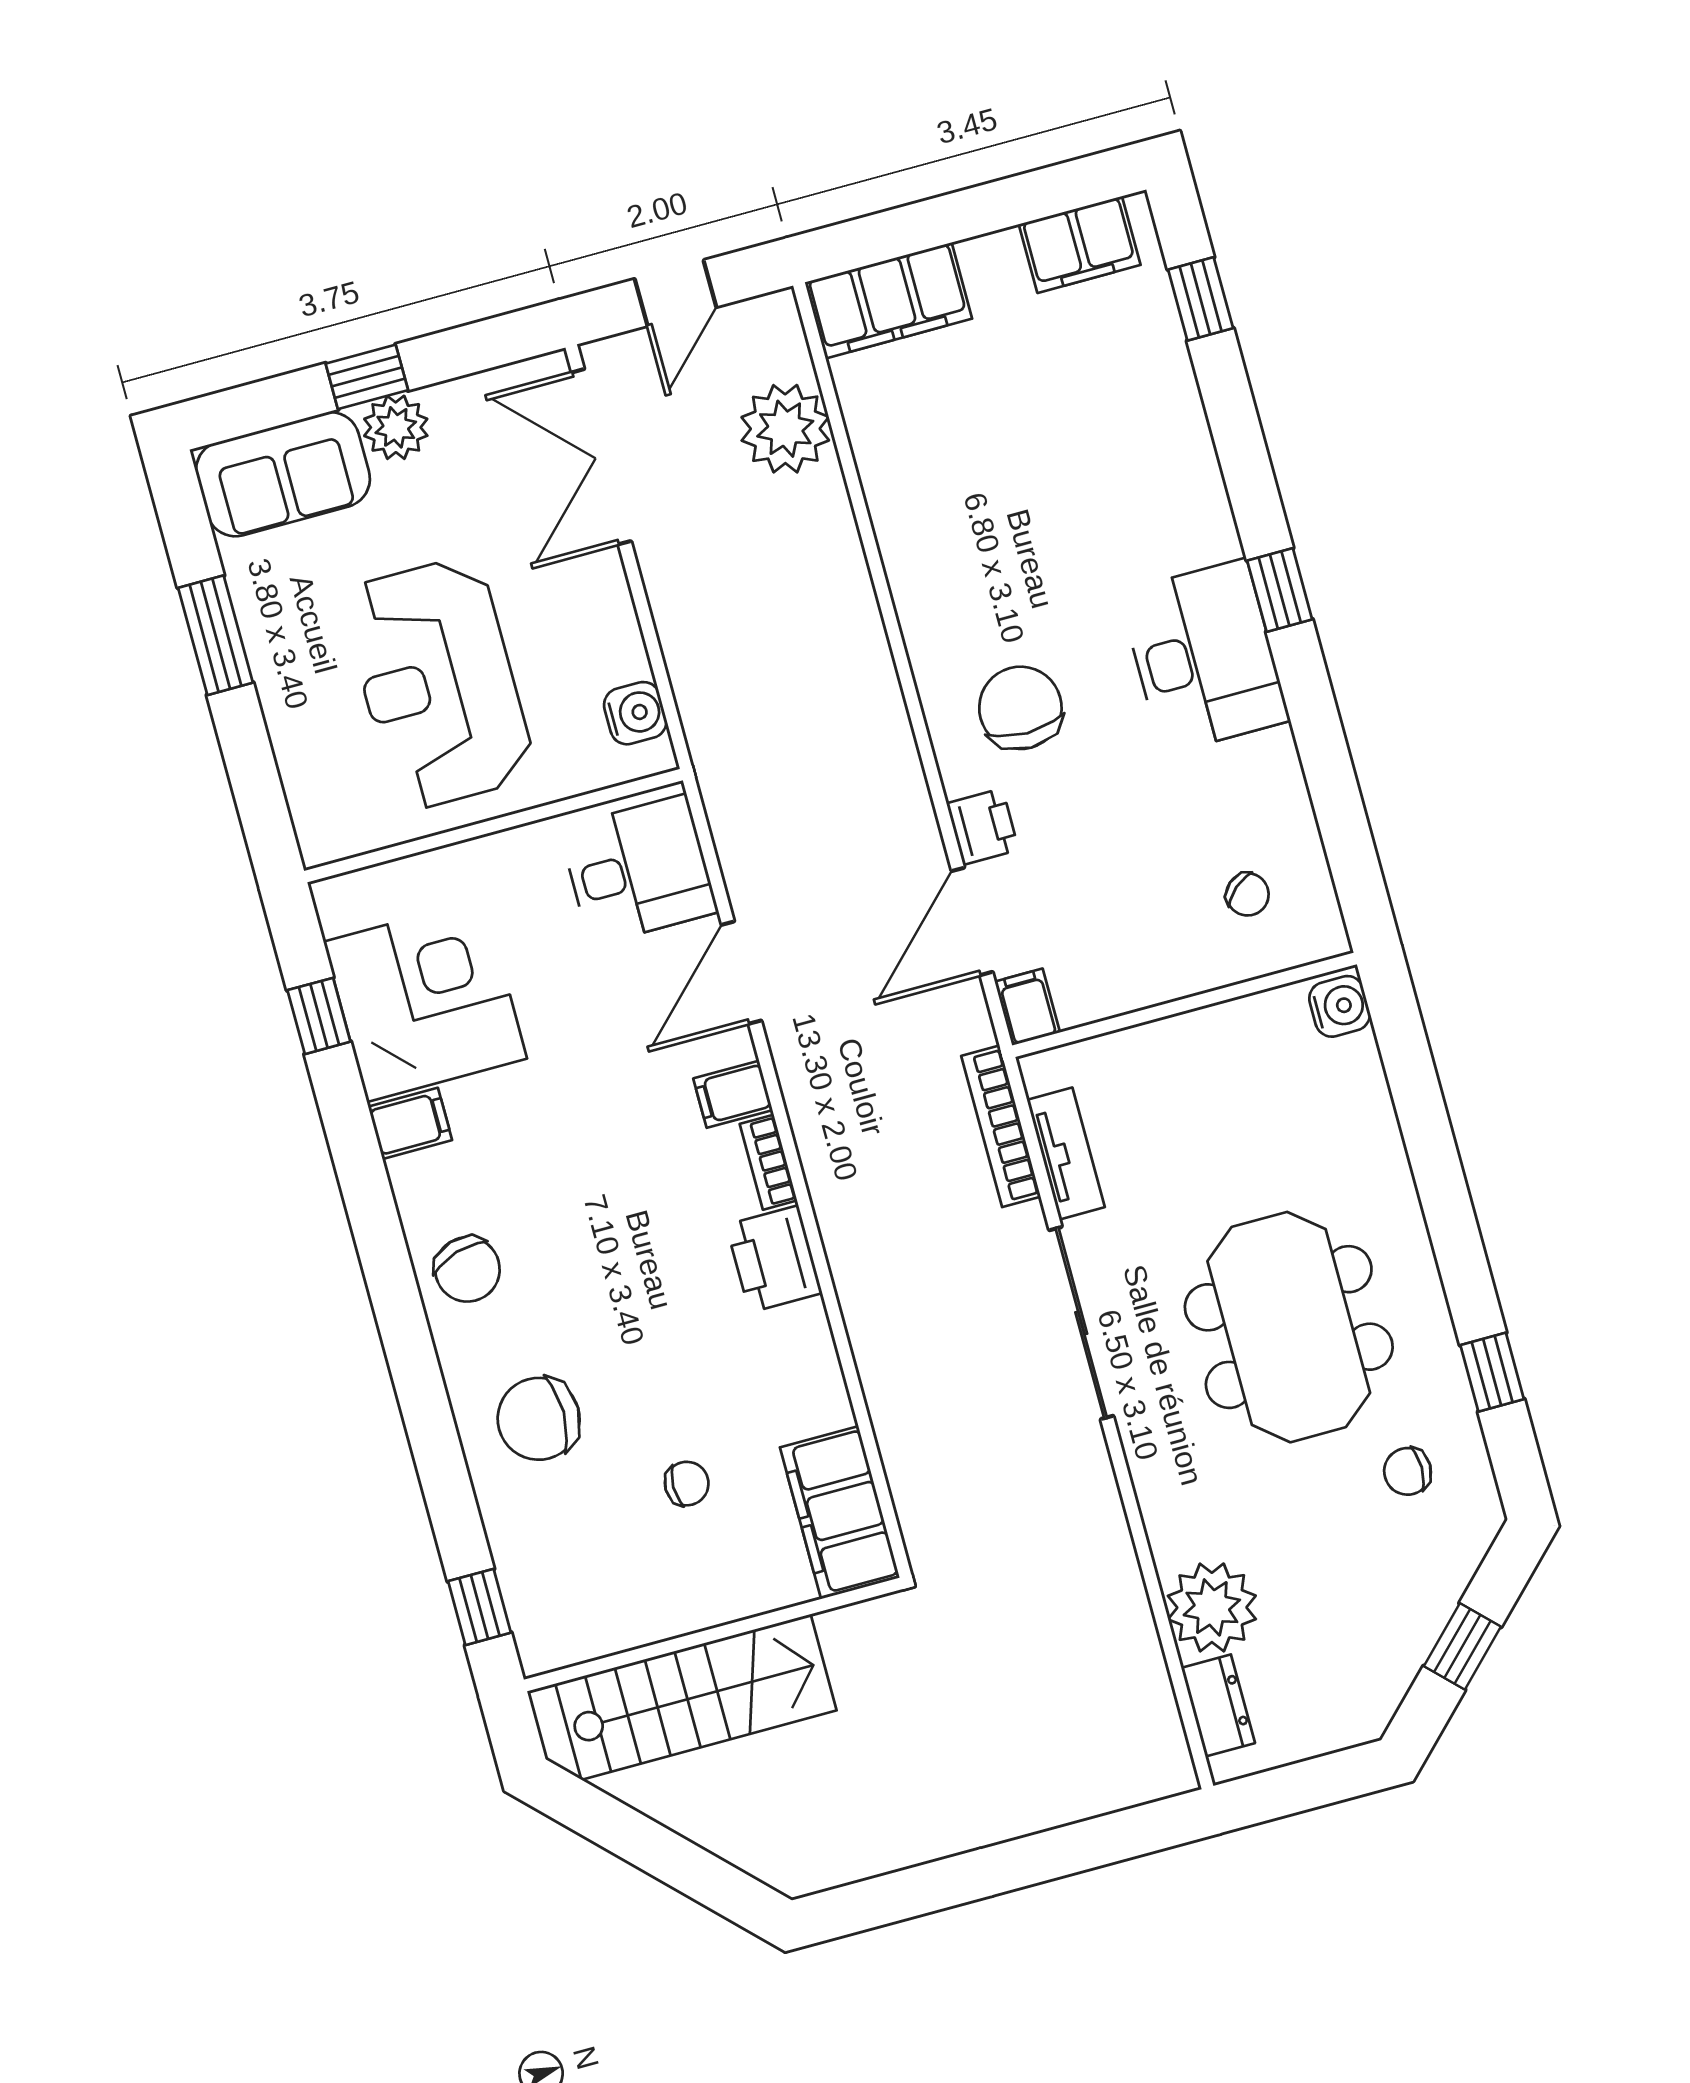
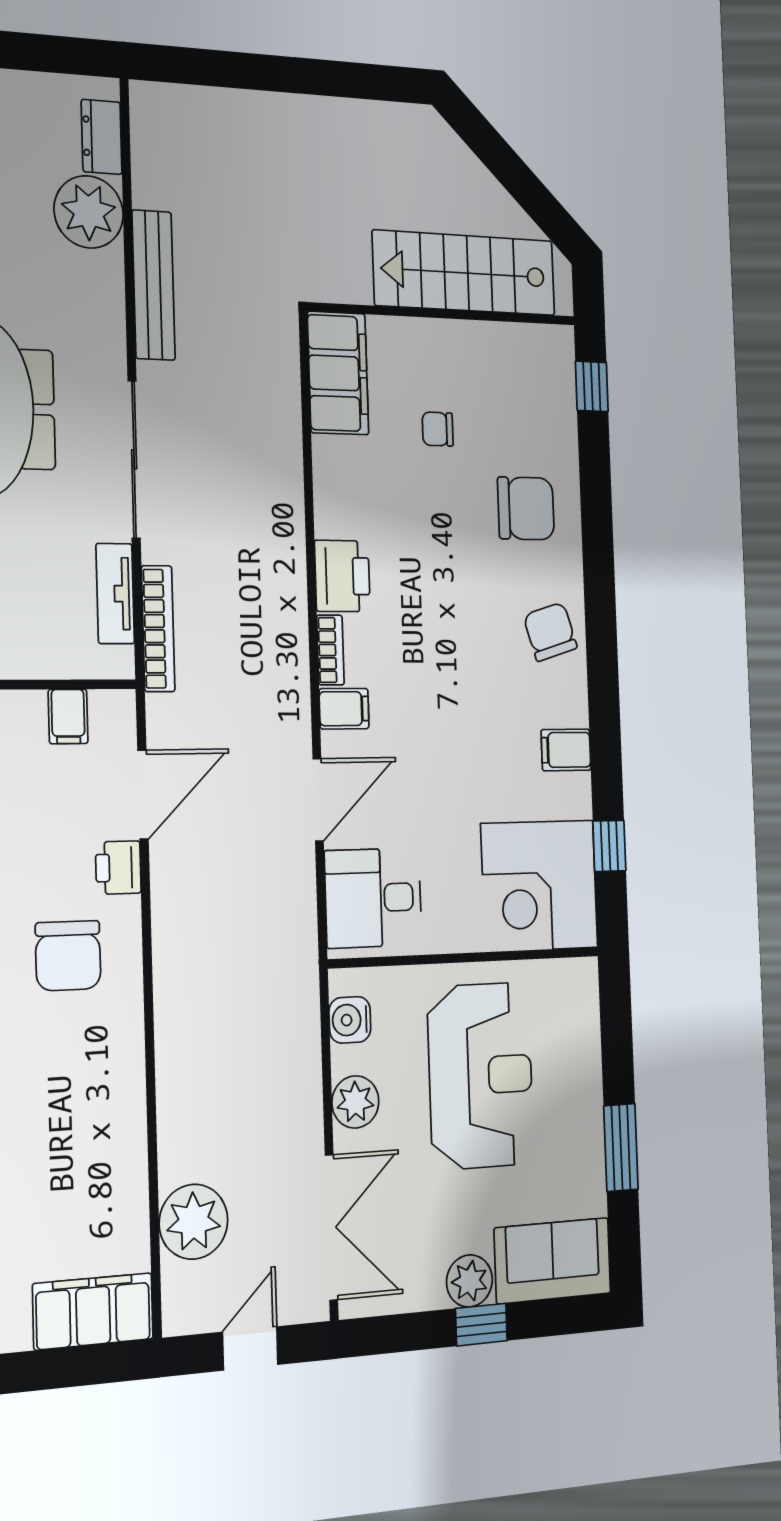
plant: (604, 615) -> (355, 1102), added
corner desk: (425, 1000) -> (539, 886), moved
filing cabinet: (1027, 1007) -> (68, 716), moved
bench: (1108, 1545) -> (154, 285), added

